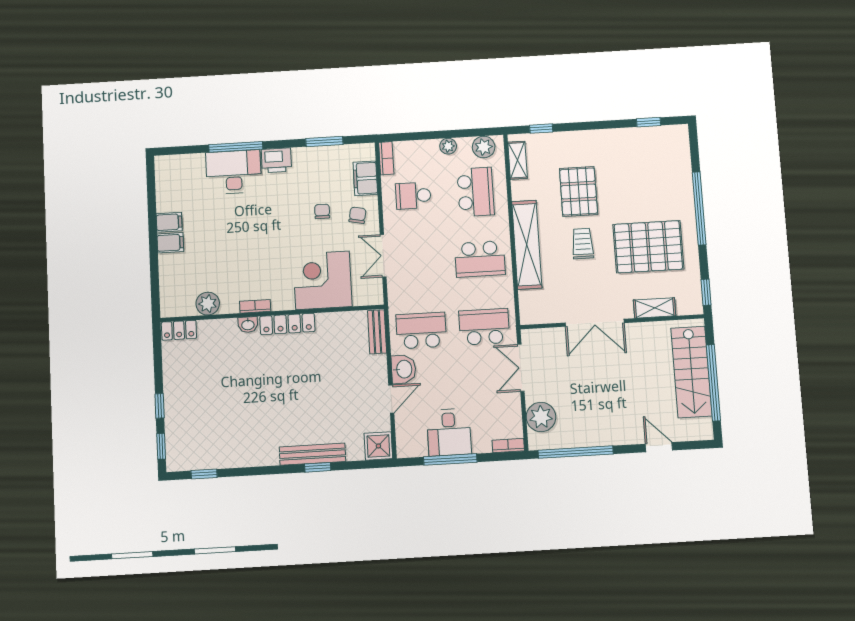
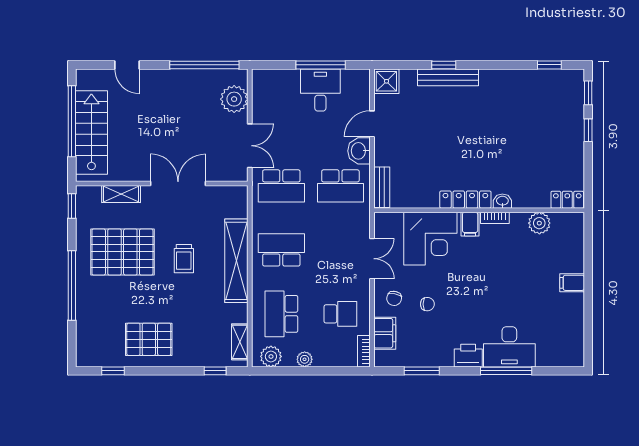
pallet: (578, 191) -> (149, 339), moved, turned 90
chair: (322, 211) -> (427, 304), turned -90
filing cabinet: (169, 222) -> (470, 224), moved, turned -90
bookcase: (508, 446) -> (266, 75), removed

